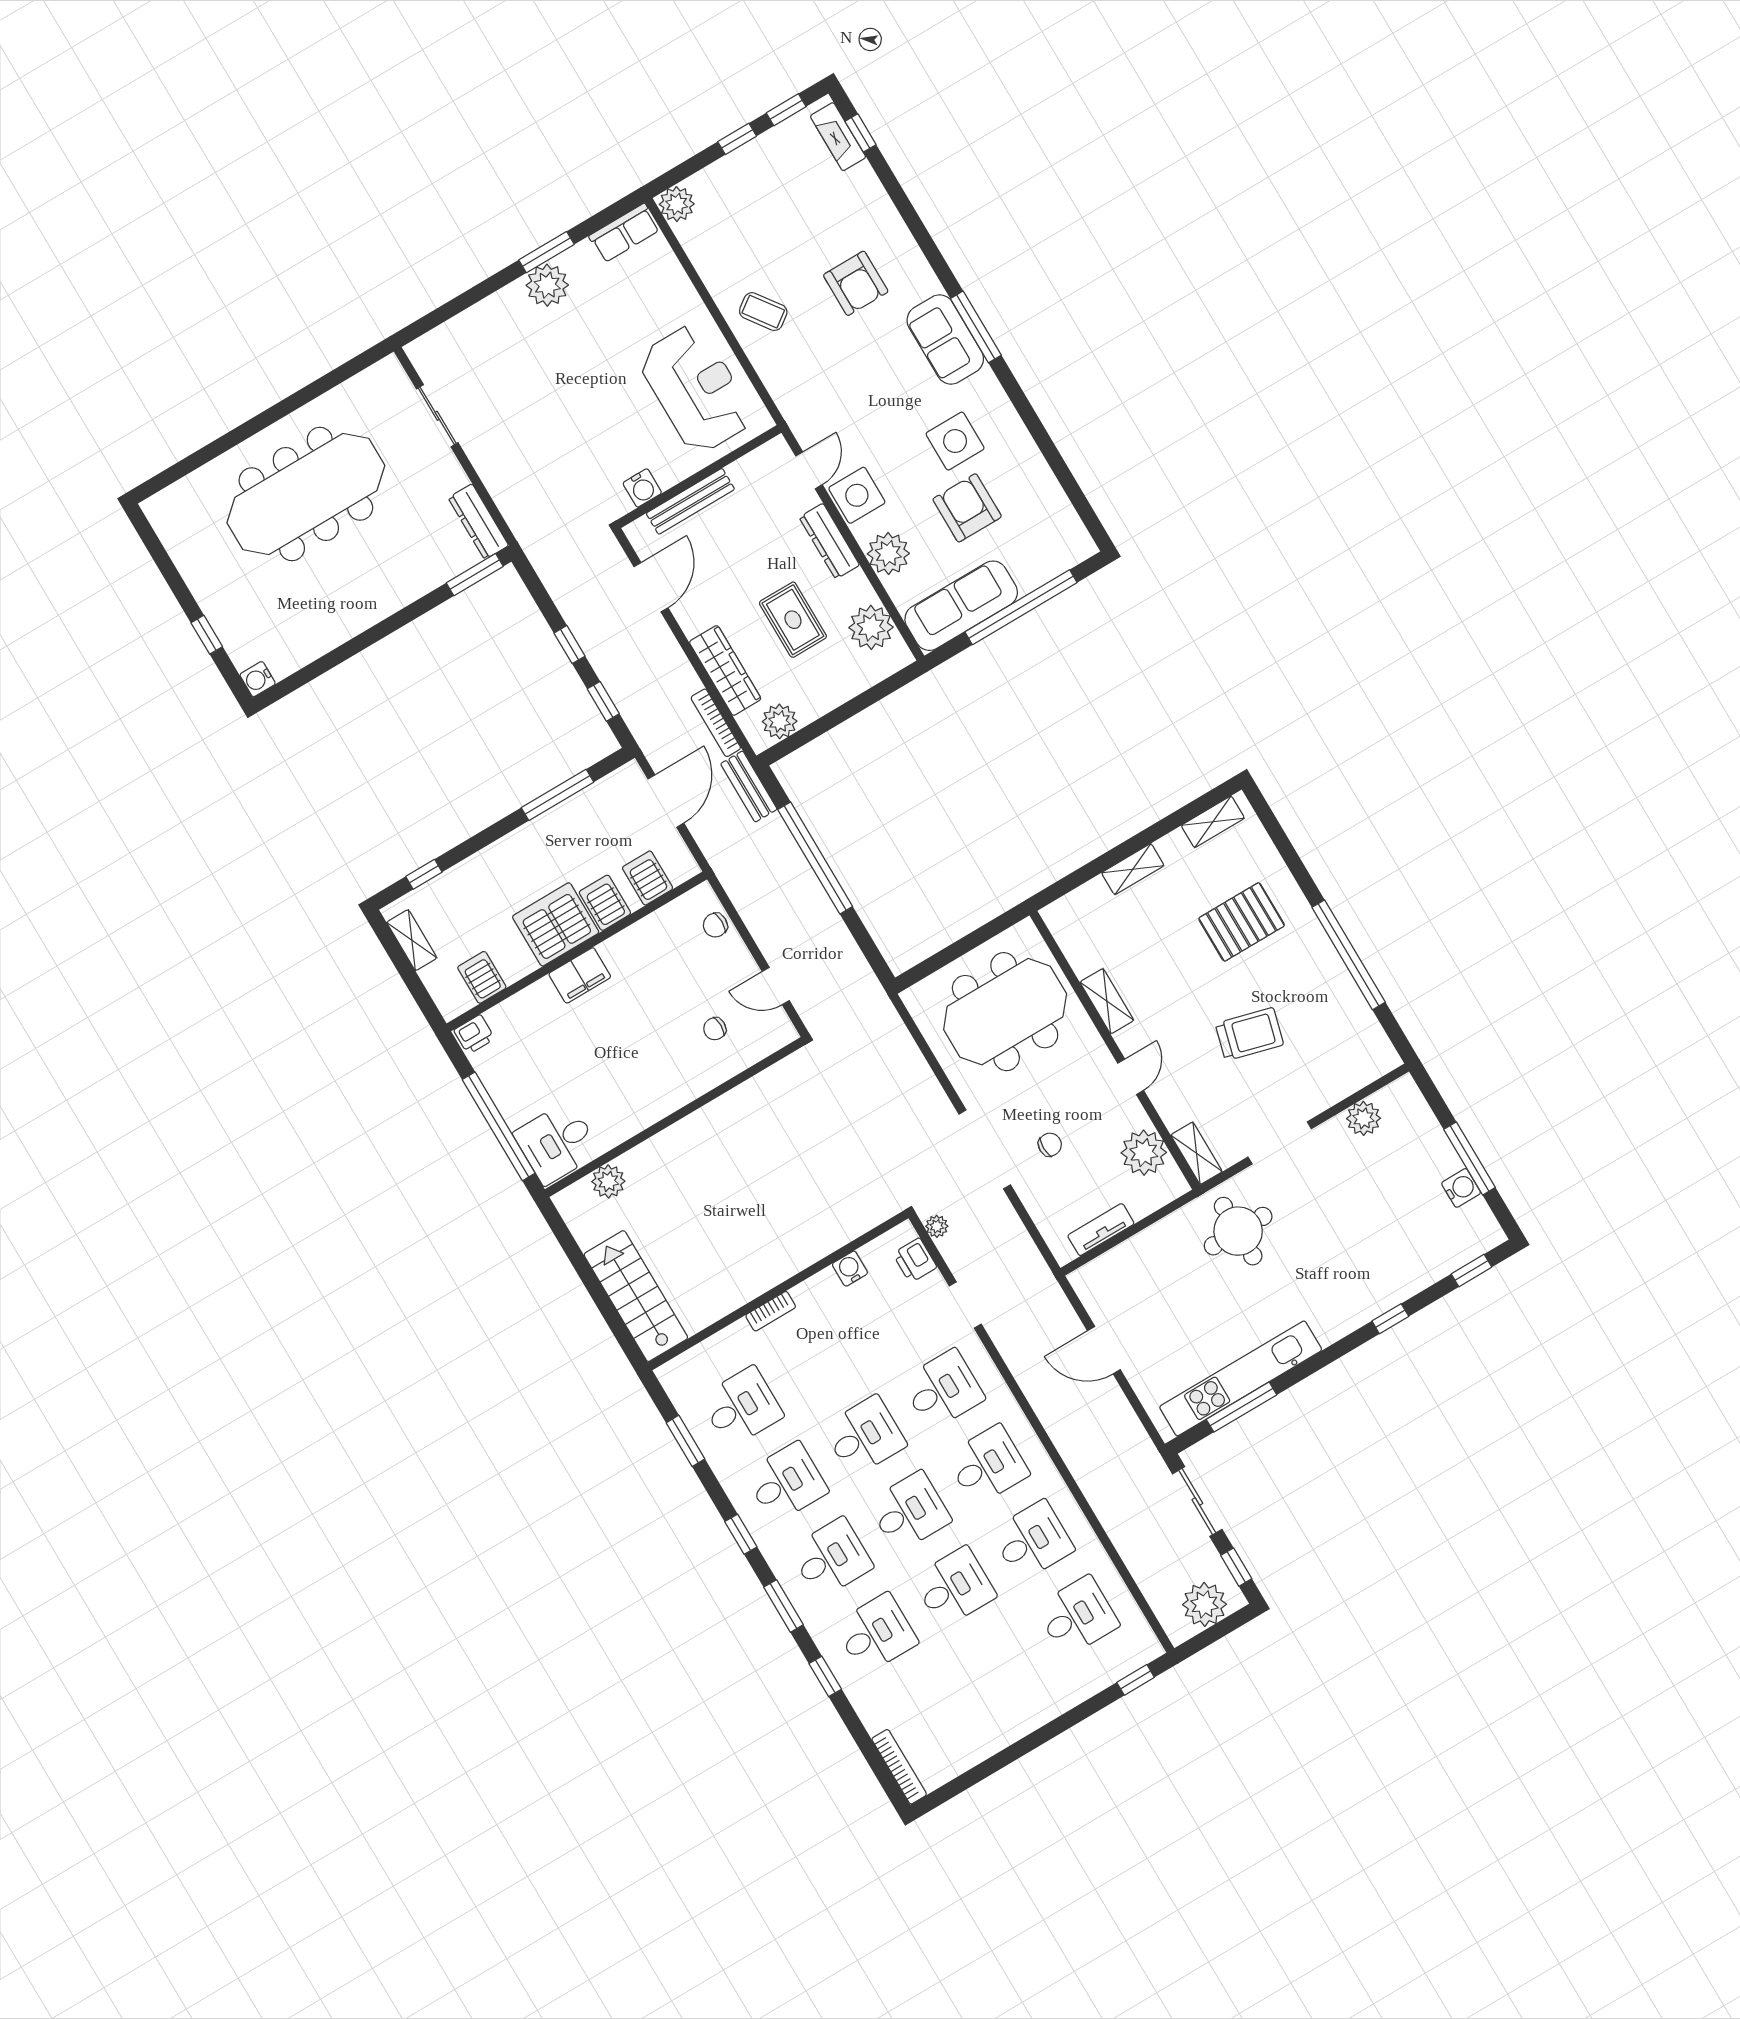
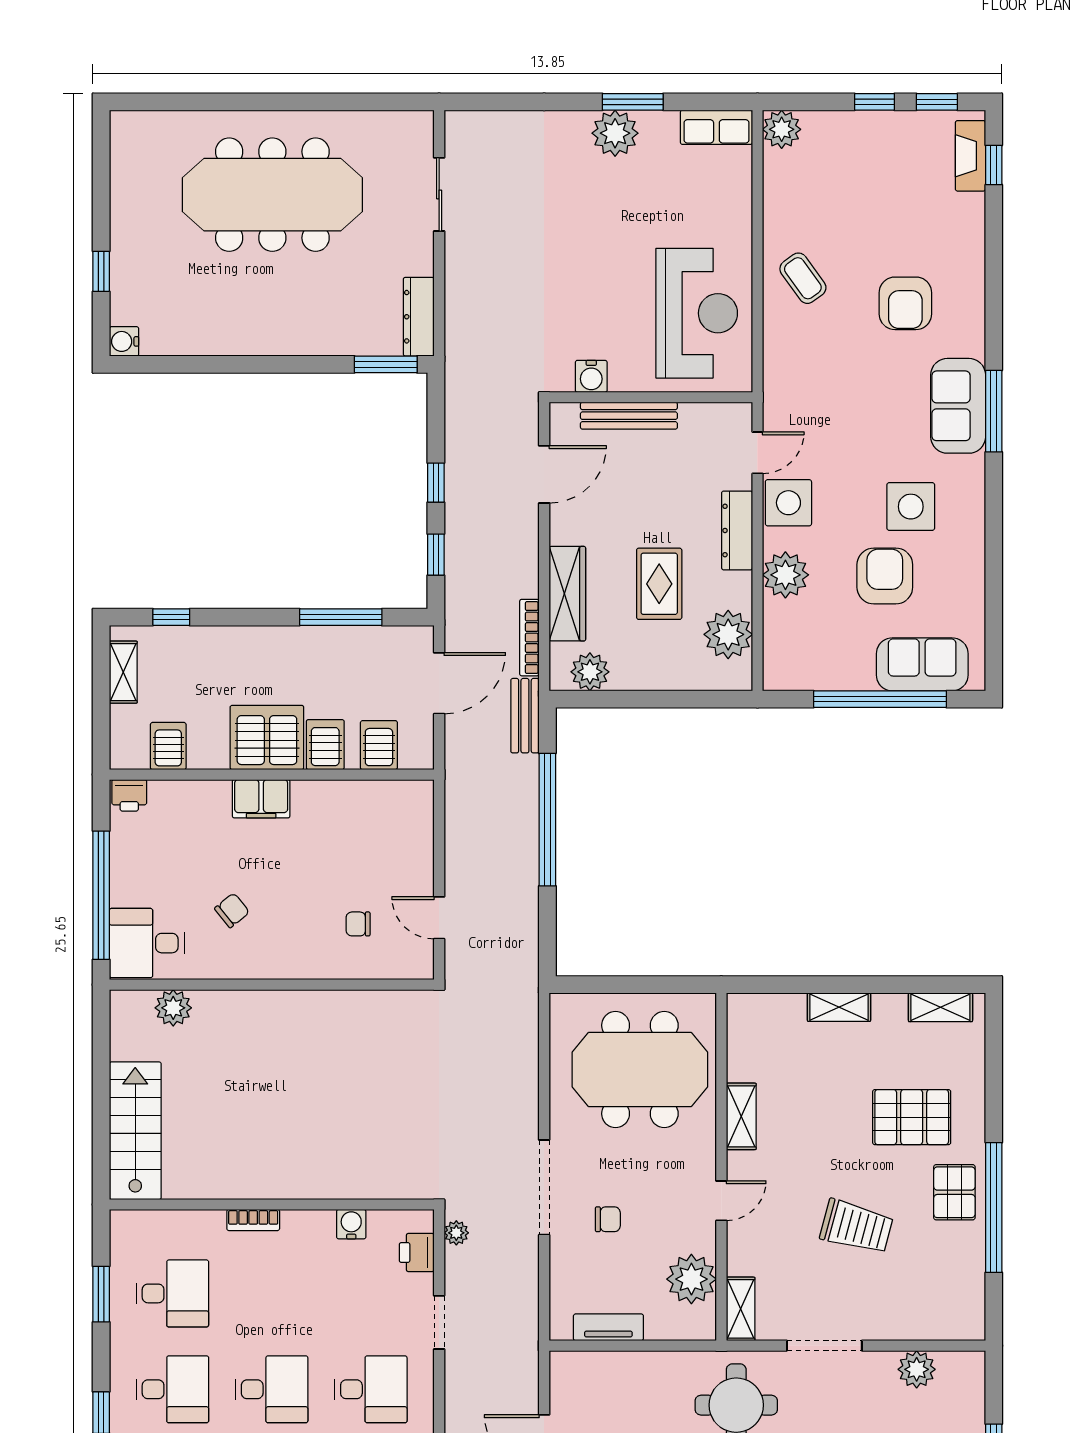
sofa: (961, 606) -> (922, 664), moved, width x0.73
chair: (715, 925) -> (232, 910), moved, turned 141
pallet: (1310, 961) -> (954, 1192), added

